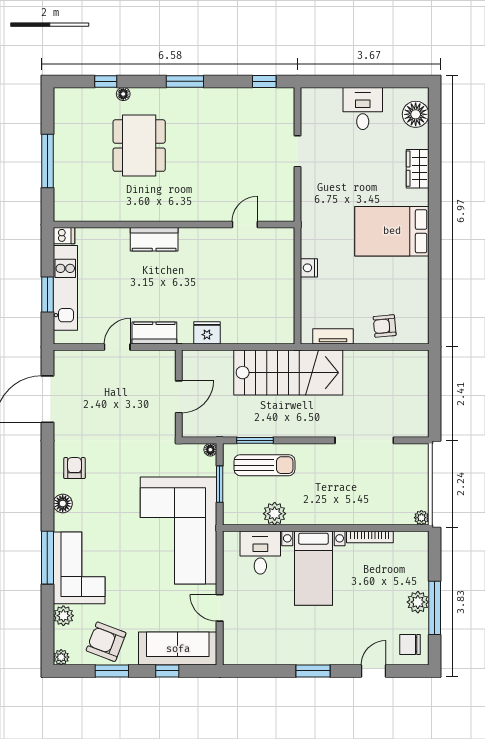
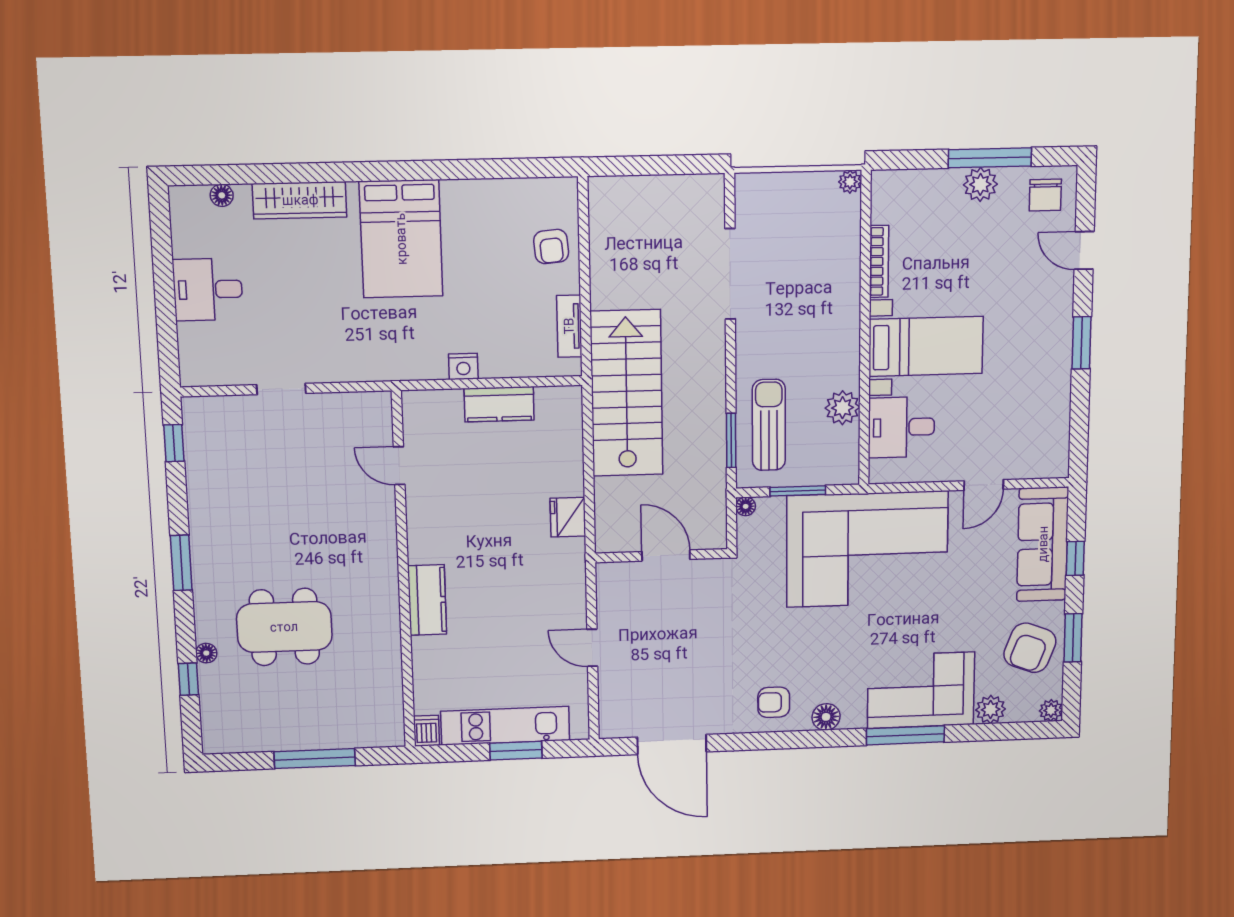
floor lamp: (416, 114) -> (222, 195), width x0.53, depth x0.53
wardrobe: (418, 169) -> (300, 200), width x1.50
kitchen counter: (154, 333) -> (499, 404), moved, turned -90

